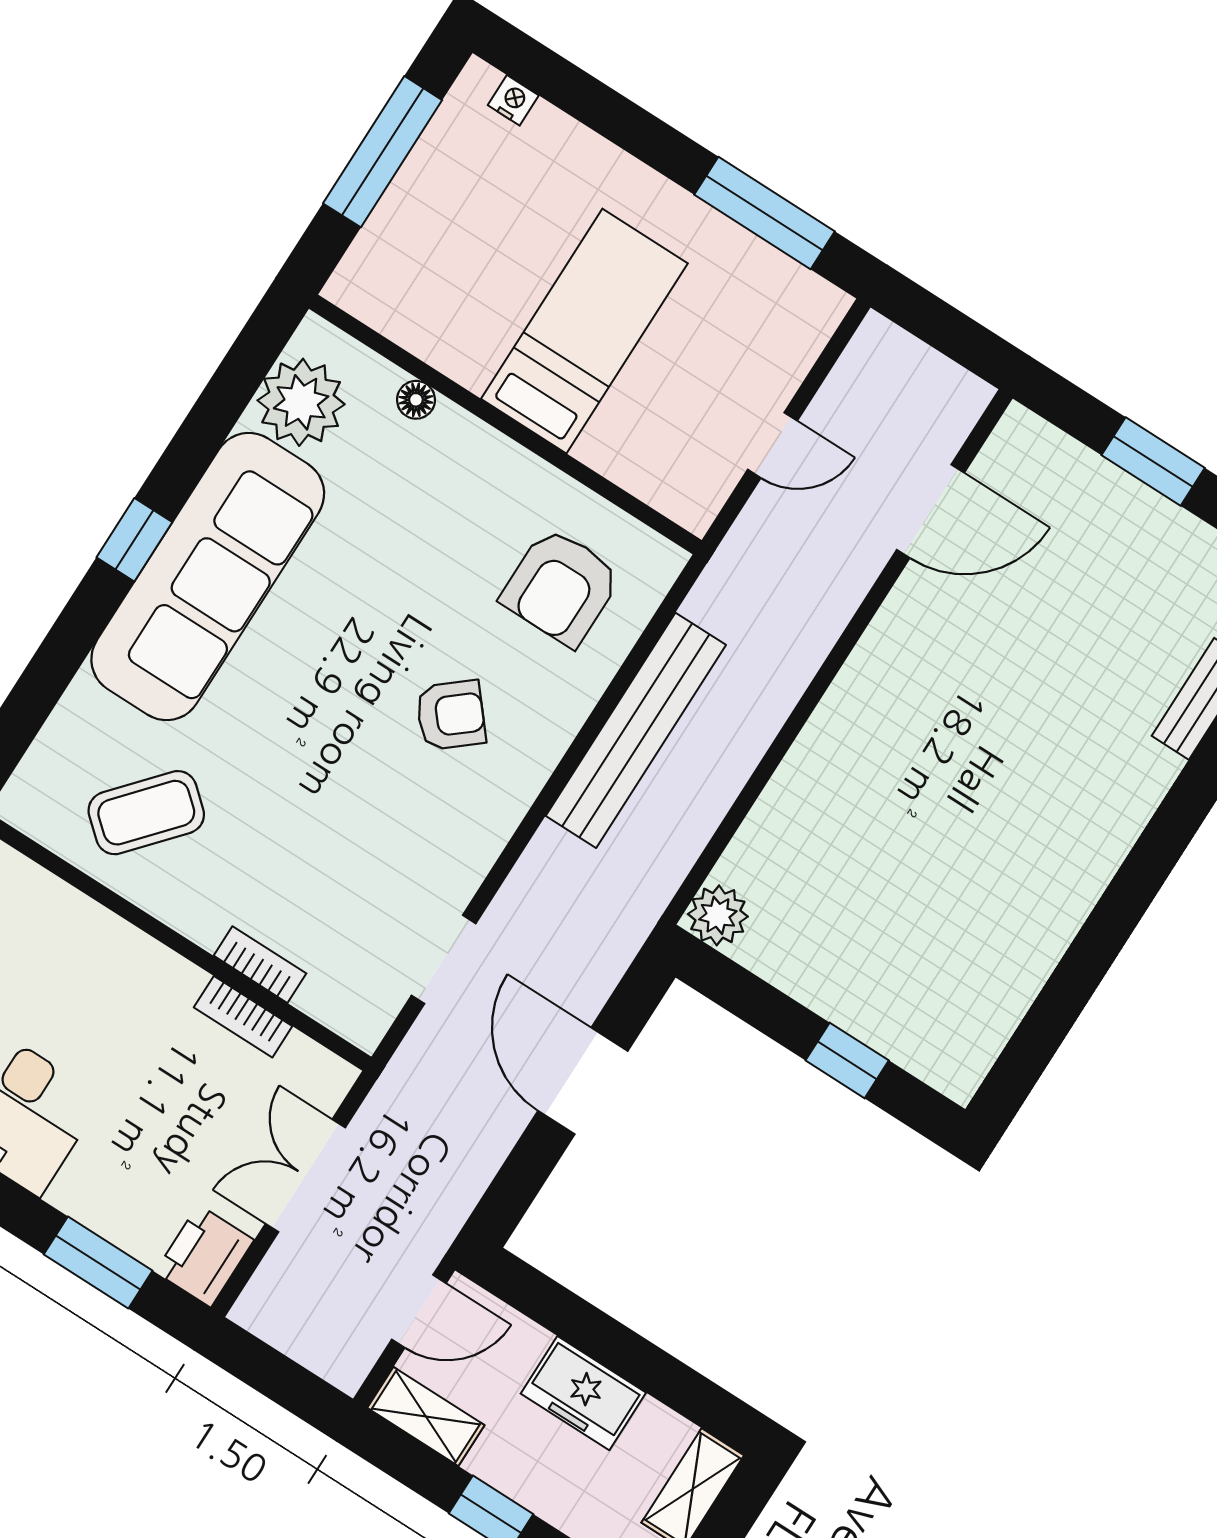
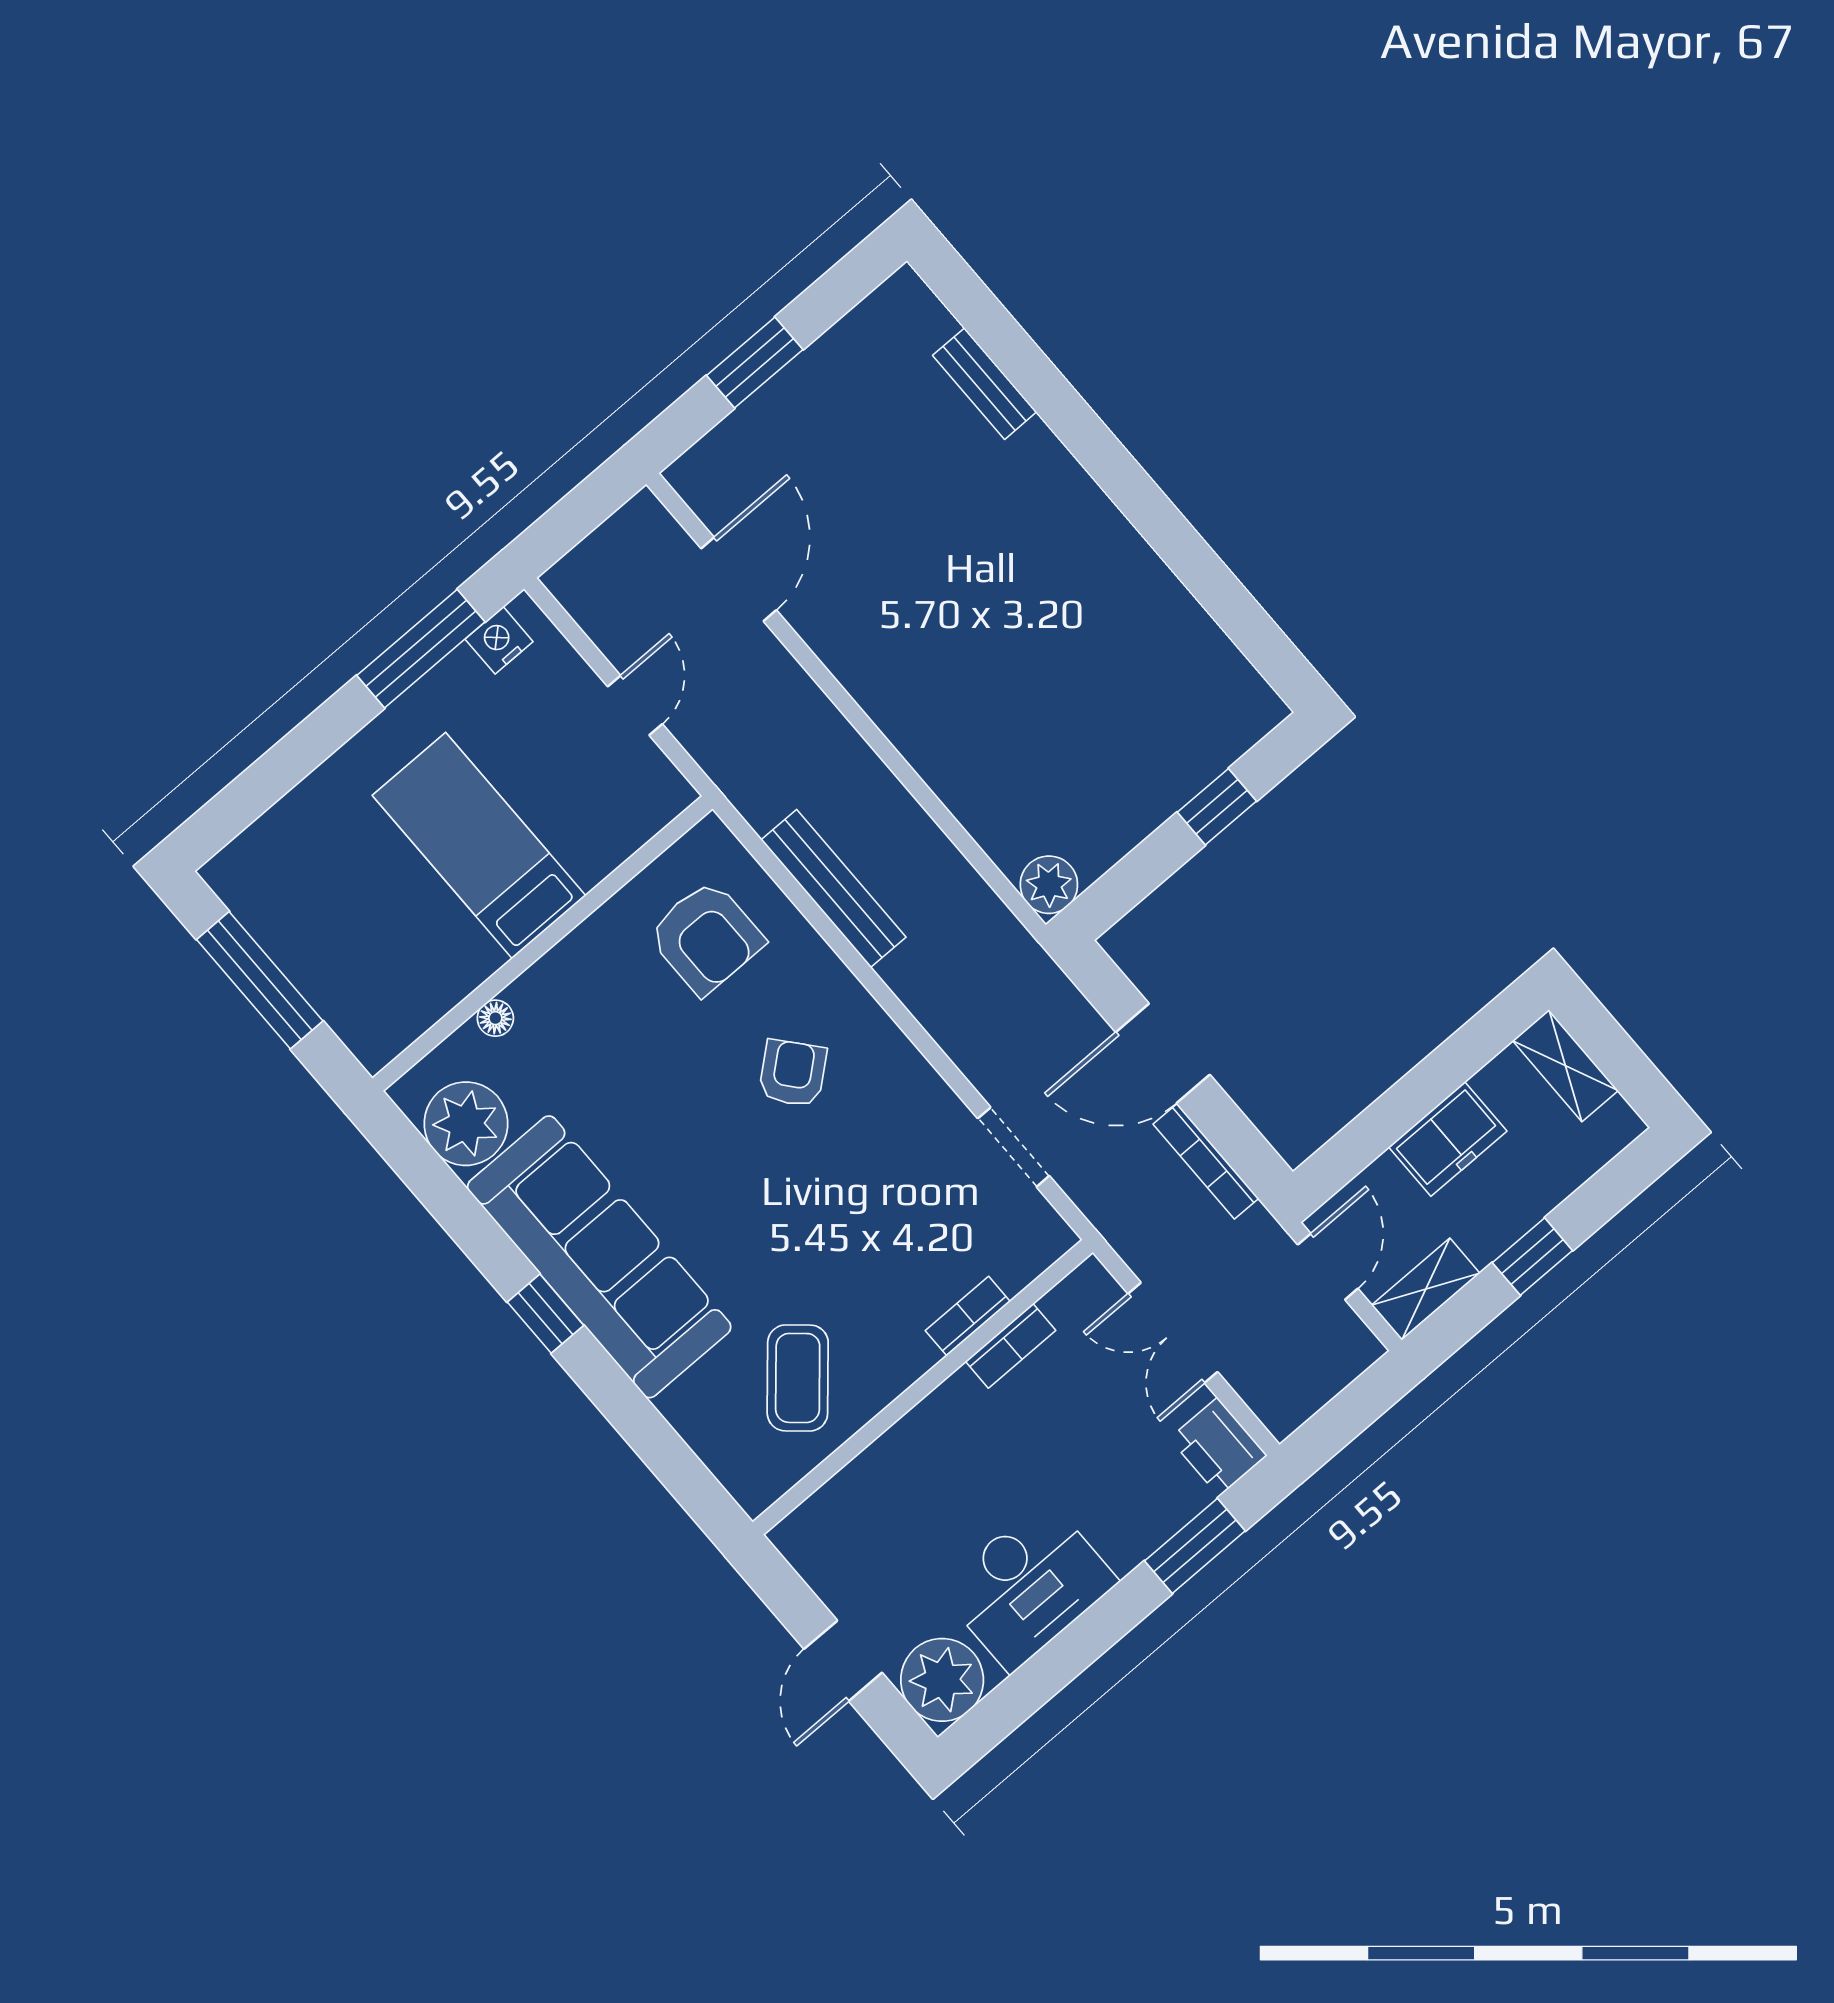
nightstand: (513, 100) -> (499, 640), moved, width x1.39, depth x1.35
bench: (636, 730) -> (834, 889), width x0.73, depth x0.82
bookcase: (488, 1157) -> (1206, 1161), added

